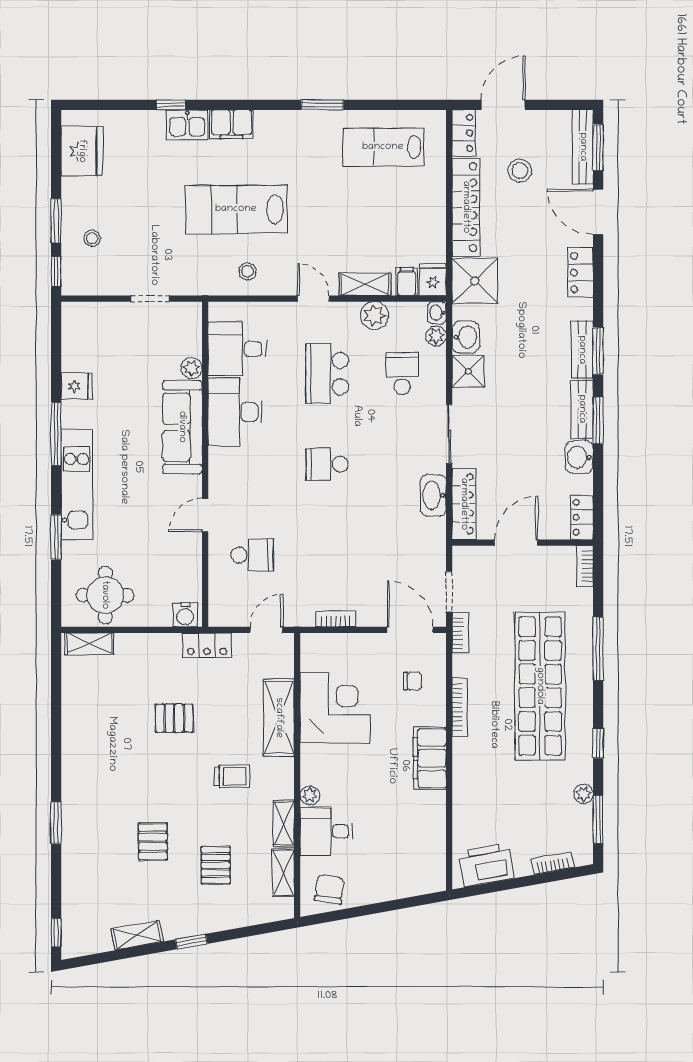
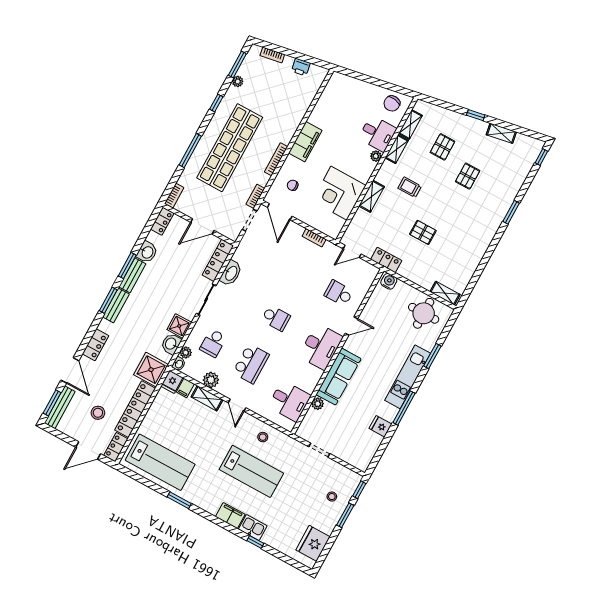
lab bench: (383, 147) -> (160, 462), width x1.36, depth x1.39
desk: (235, 412) -> (321, 347), moved
shelving: (279, 718) -> (372, 196), width x0.67, depth x0.75
printer: (486, 865) -> (301, 67), width x0.53, depth x0.68

